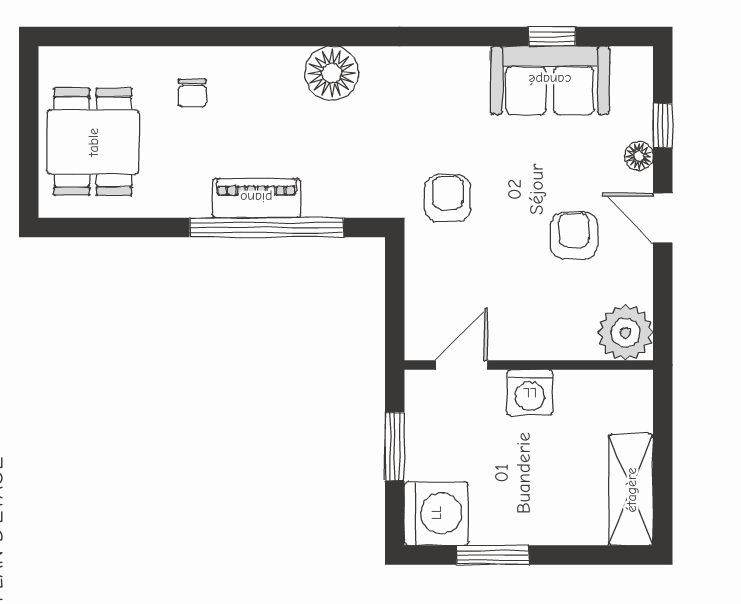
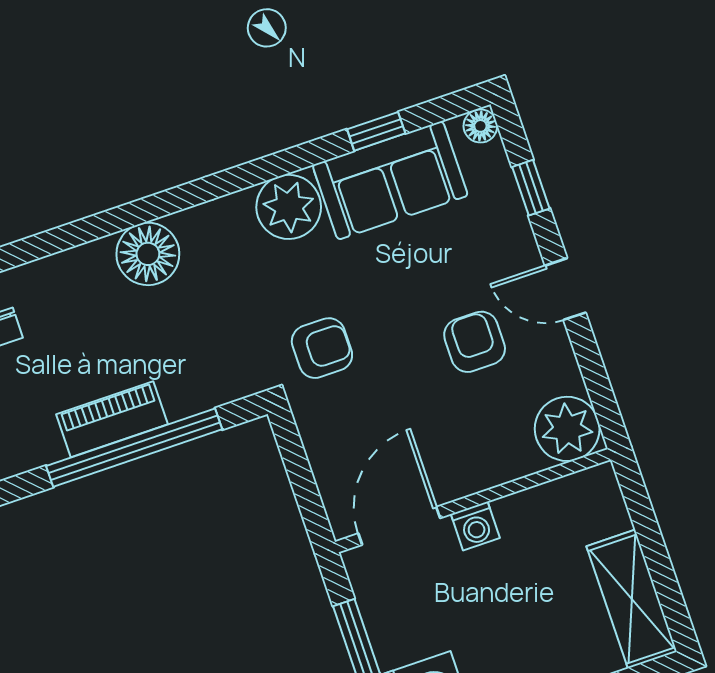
plant: (460, 74) -> (289, 207), added
floor lamp: (639, 156) -> (480, 126), moved
armchair: (448, 198) -> (322, 348), turned 90
door: (461, 365) -> (399, 526), width x1.38
washing machine: (530, 393) -> (475, 526), width x0.73, depth x0.73

